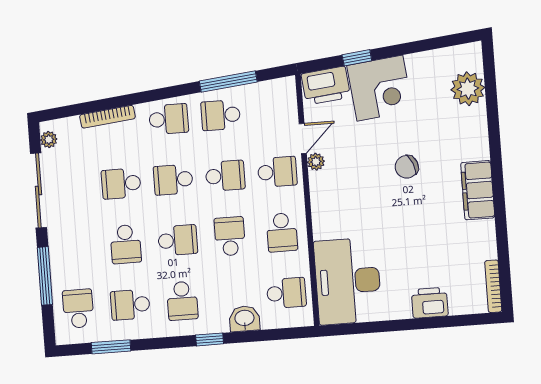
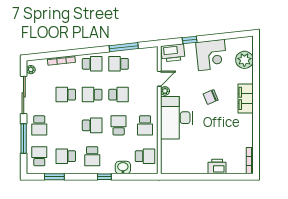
corner desk: (380, 88) -> (211, 55), moved
school desk: (277, 172) -> (145, 95), removed
filing cabinet: (478, 190) -> (246, 98), moved
school desk: (126, 244) -> (39, 125), moved
desk: (348, 281) -> (177, 118), moved

